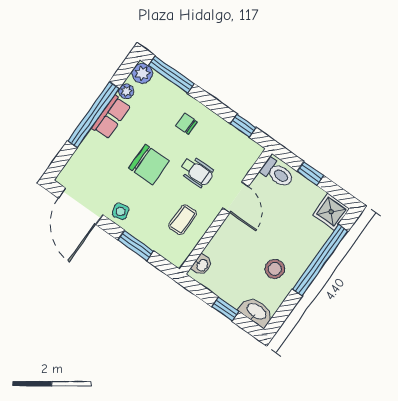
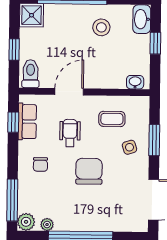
row of seats: (111, 117) -> (27, 122), moved, turned 90
side table: (121, 212) -> (129, 147), moved

